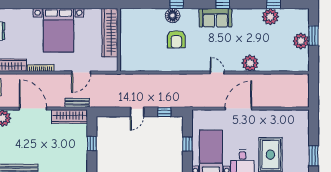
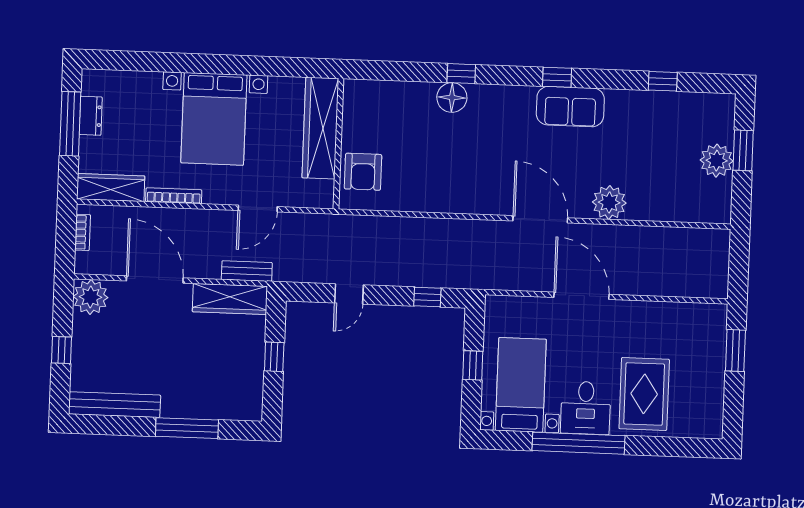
plant: (270, 17) -> (655, 108), removed
sofa: (215, 18) -> (570, 107), moved
armchair: (176, 39) -> (363, 172), moved
door: (217, 73) -> (540, 219), width x1.87
door: (238, 109) -> (581, 296), hinge flipped
door: (137, 112) -> (349, 294), moved
window: (314, 156) -> (735, 350), moved

